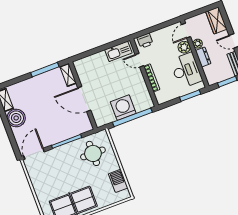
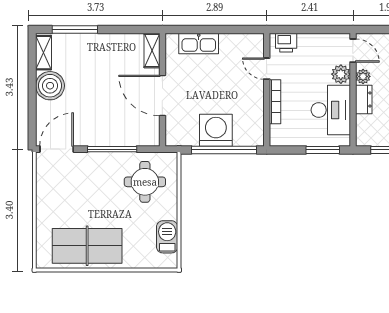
door: (186, 31) -> (353, 51), swing flipped
kitchen sink: (118, 51) -> (199, 44), moved
window: (45, 70) -> (75, 30), moved

